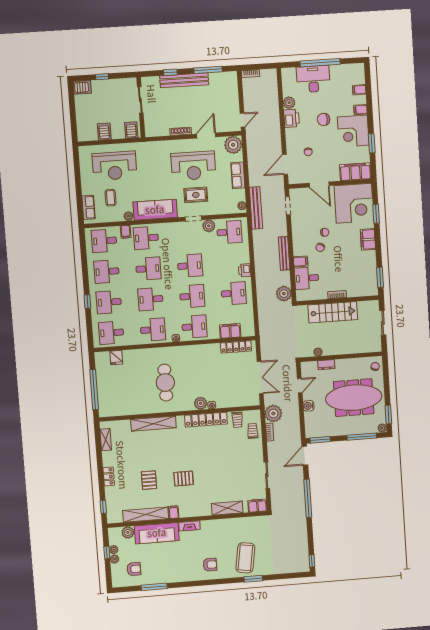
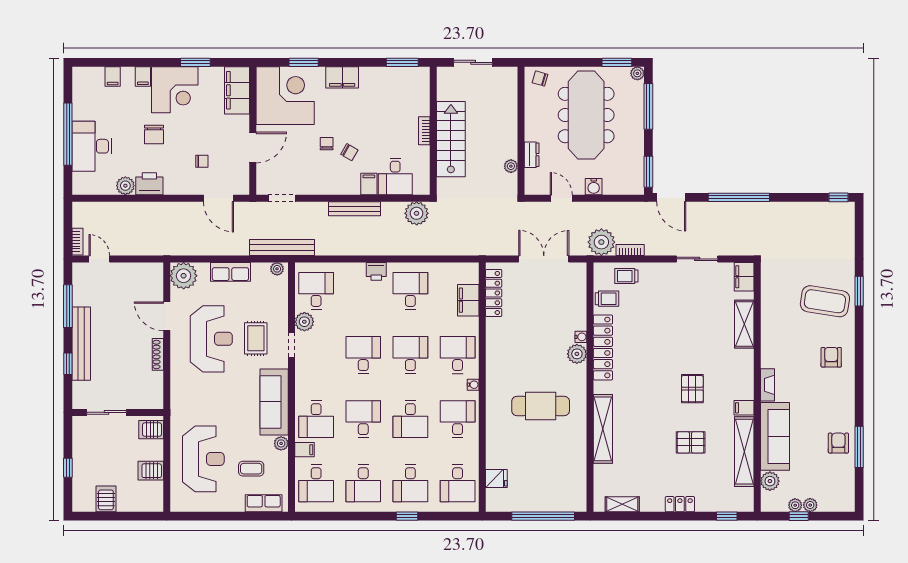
server rack: (82, 87) -> (106, 499), moved
door: (242, 120) -> (99, 259), moved
armchair: (134, 569) -> (838, 443), moved

